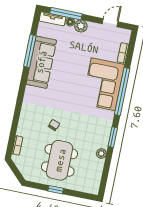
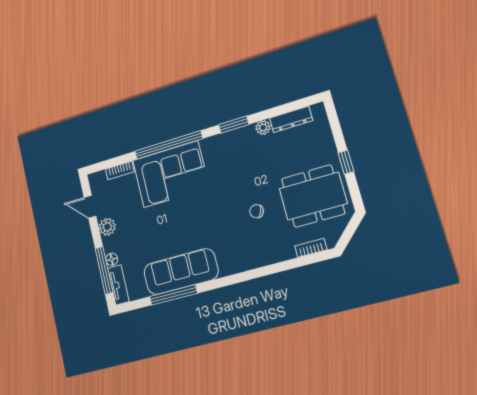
plant: (81, 26) -> (107, 227), moved
dining table: (60, 160) -> (313, 196), moved
dresser: (97, 172) -> (291, 119), added

